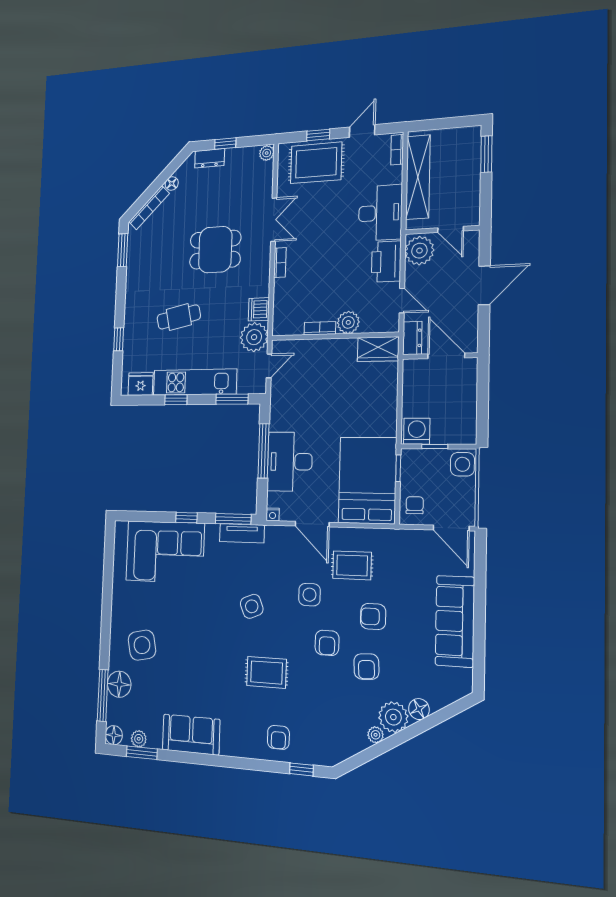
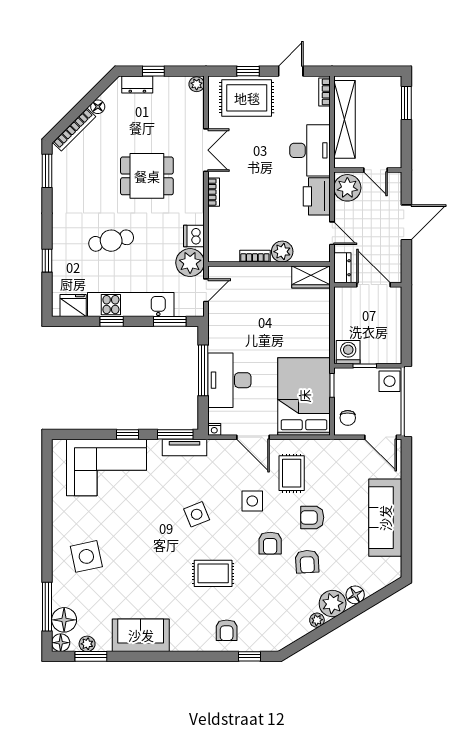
chair: (415, 505) -> (348, 418), turned 180
rug: (352, 565) -> (292, 473), turned 90
floor lamp: (119, 684) -> (64, 620), moved

